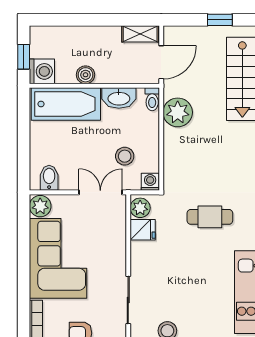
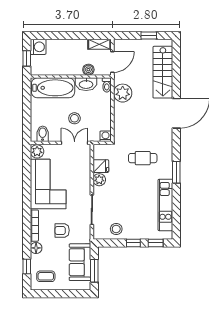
washing machine: (42, 71) -> (38, 47), moved
boiler: (86, 75) -> (88, 70), moved
stool: (125, 156) -> (74, 118), moved
plant: (140, 208) -> (99, 180), moved

